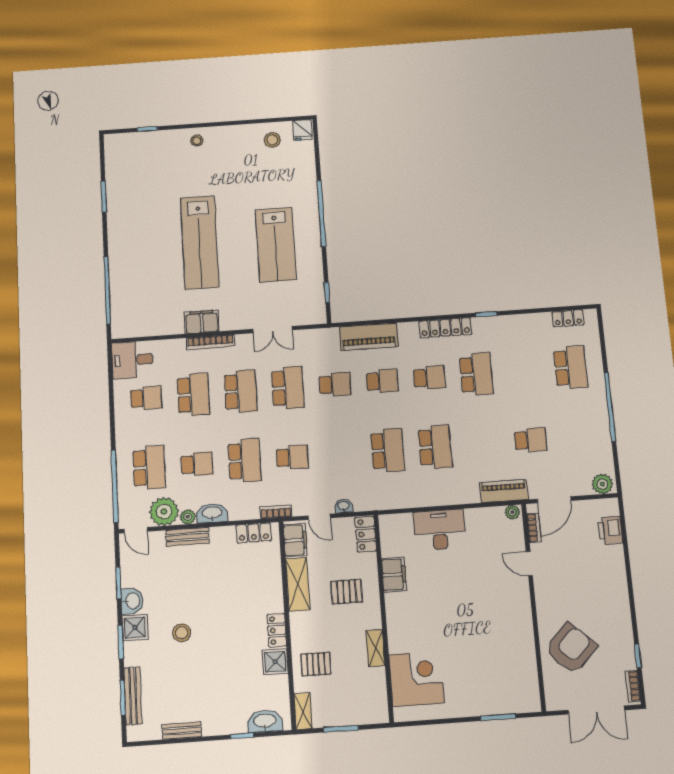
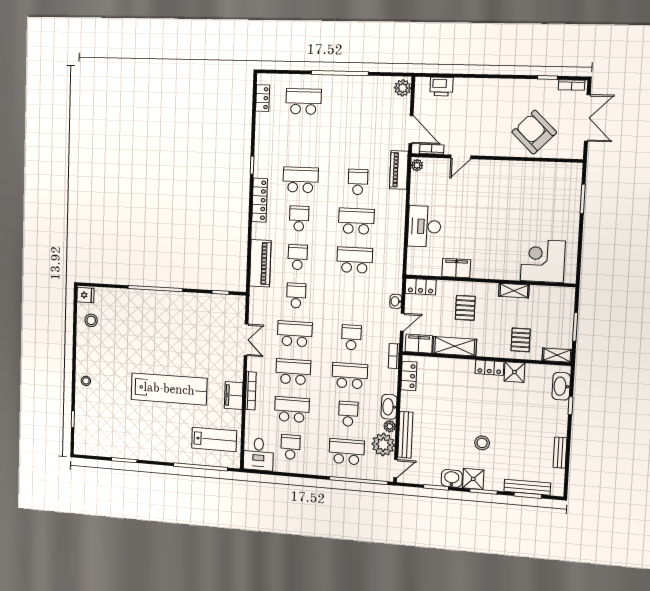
lab bench: (276, 245) -> (214, 439), moved, width x0.73, depth x0.72
school desk: (530, 440) -> (358, 182), moved
bench: (187, 537) -> (405, 435), width x1.36

